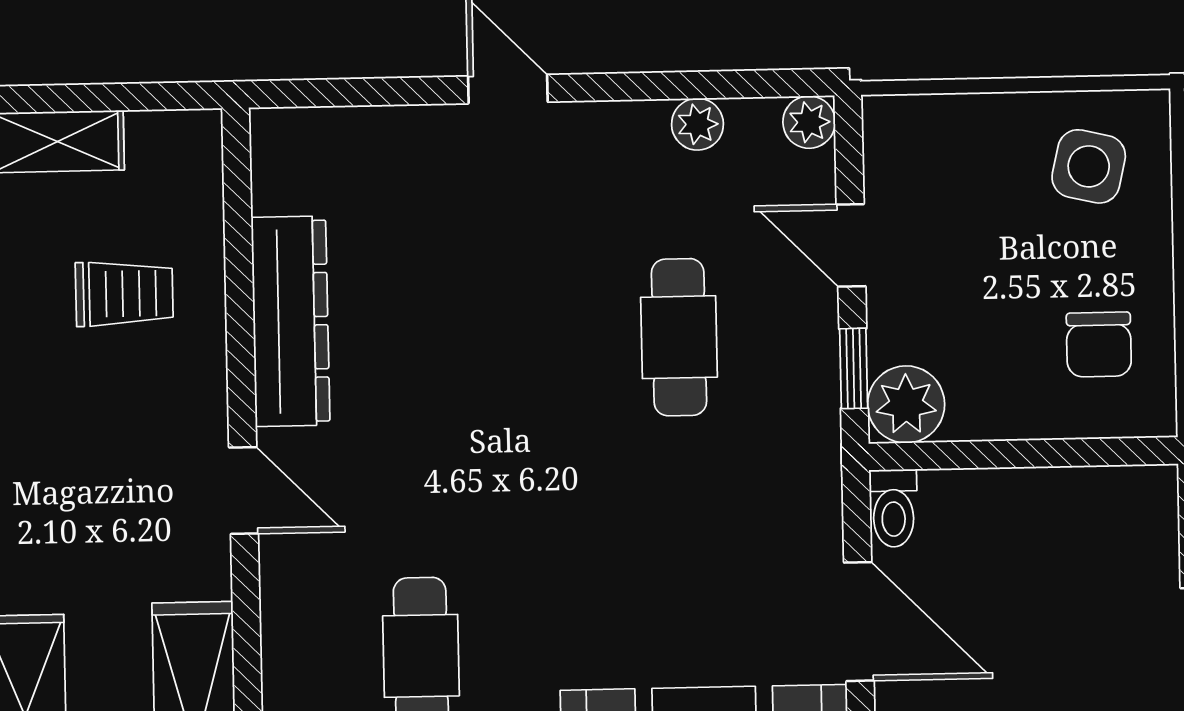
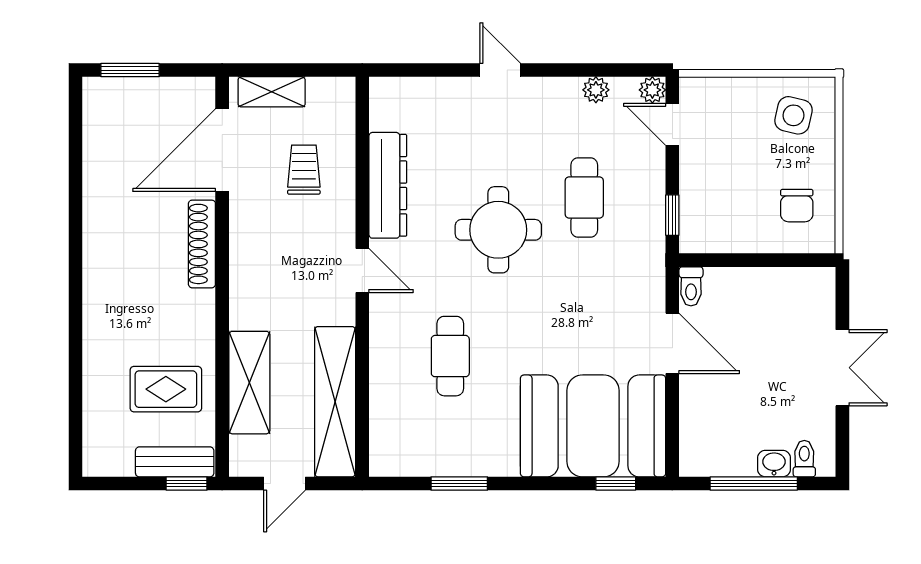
door: (851, 245) -> (672, 124), moved
trolley: (124, 294) -> (304, 170), turned -90
plant: (906, 404) -> (699, 234), removed
round table: (511, 405) -> (498, 230), added

